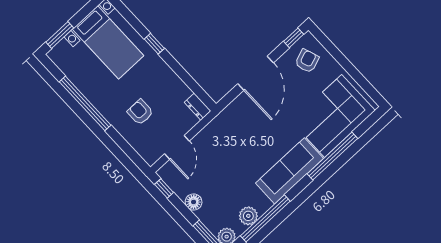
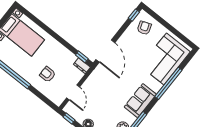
window: (154, 44) -> (82, 57), moved
door: (256, 73) -> (105, 51), moved
sofa: (289, 171) -> (140, 101), width x0.73

